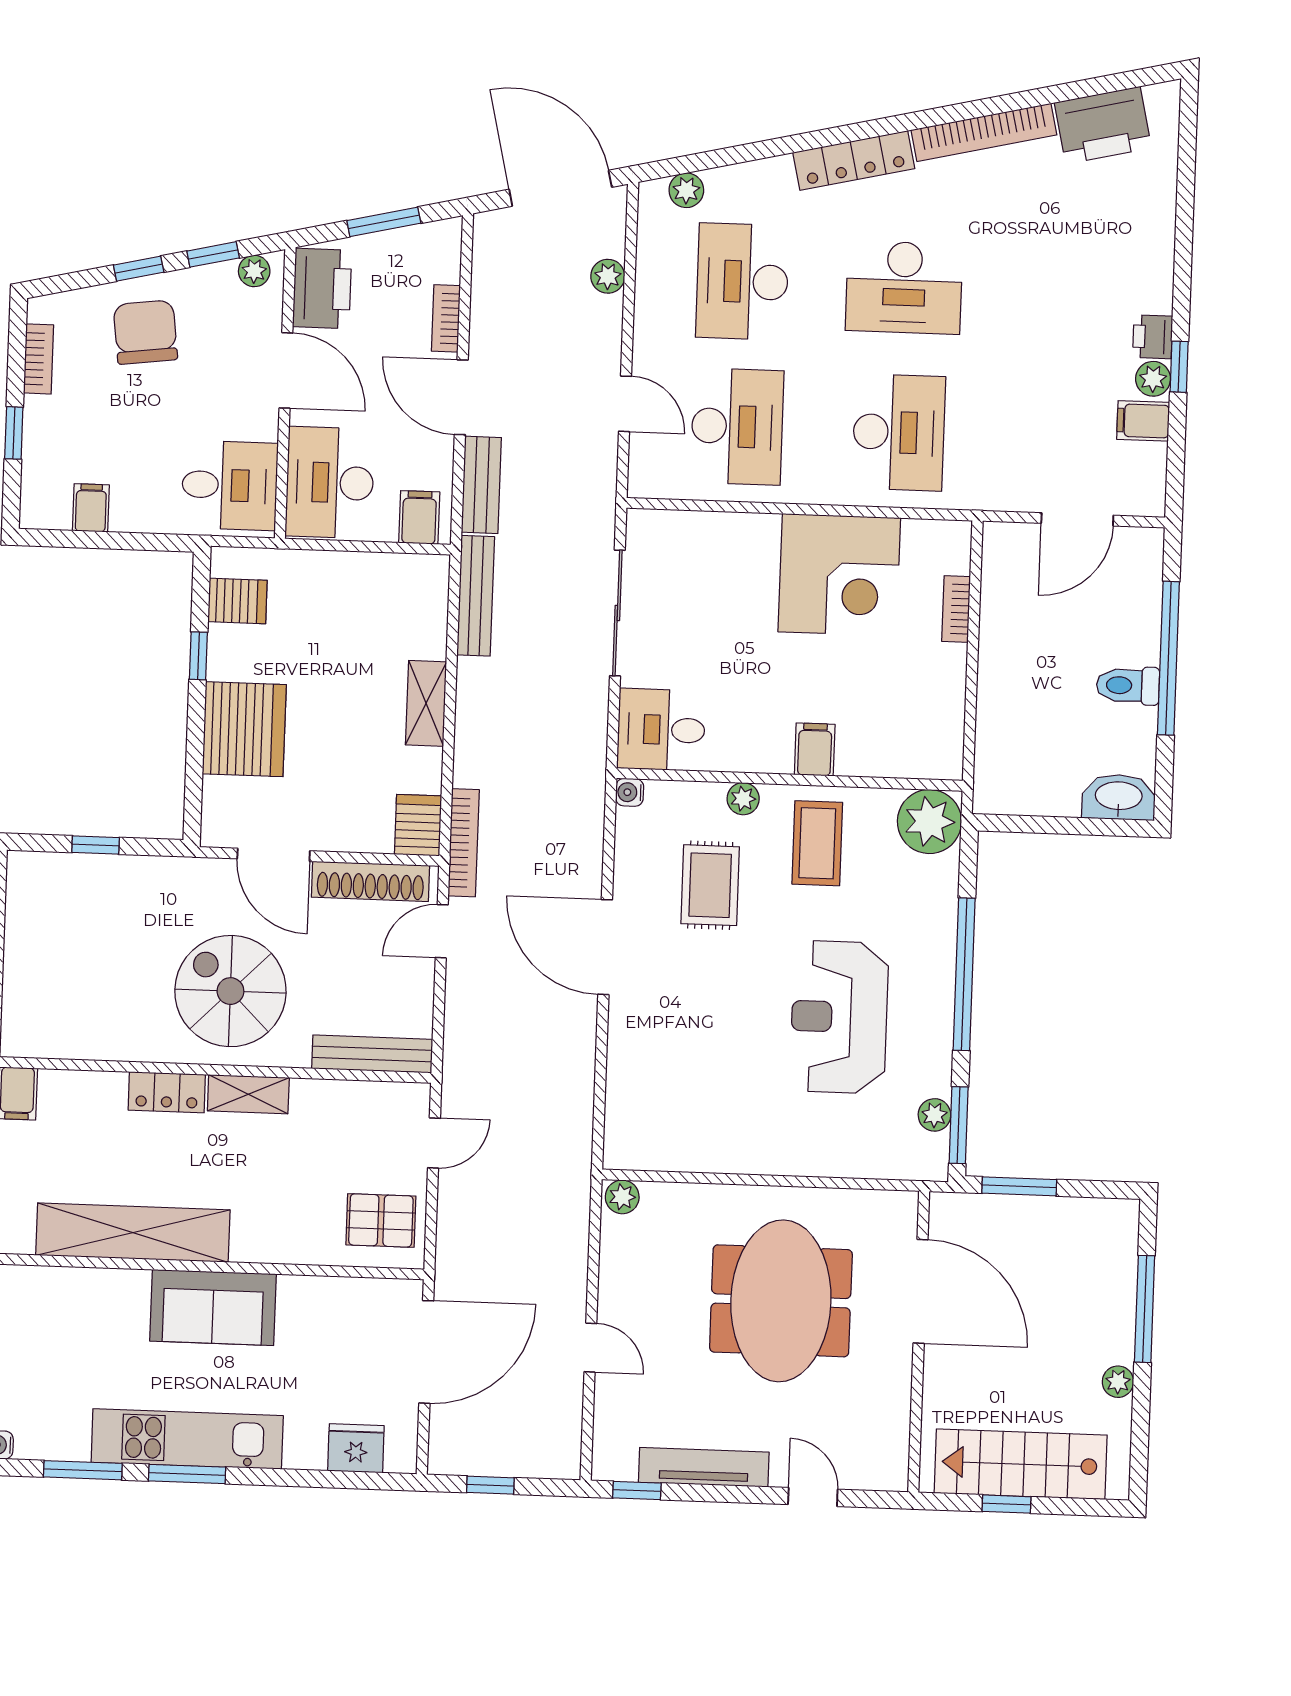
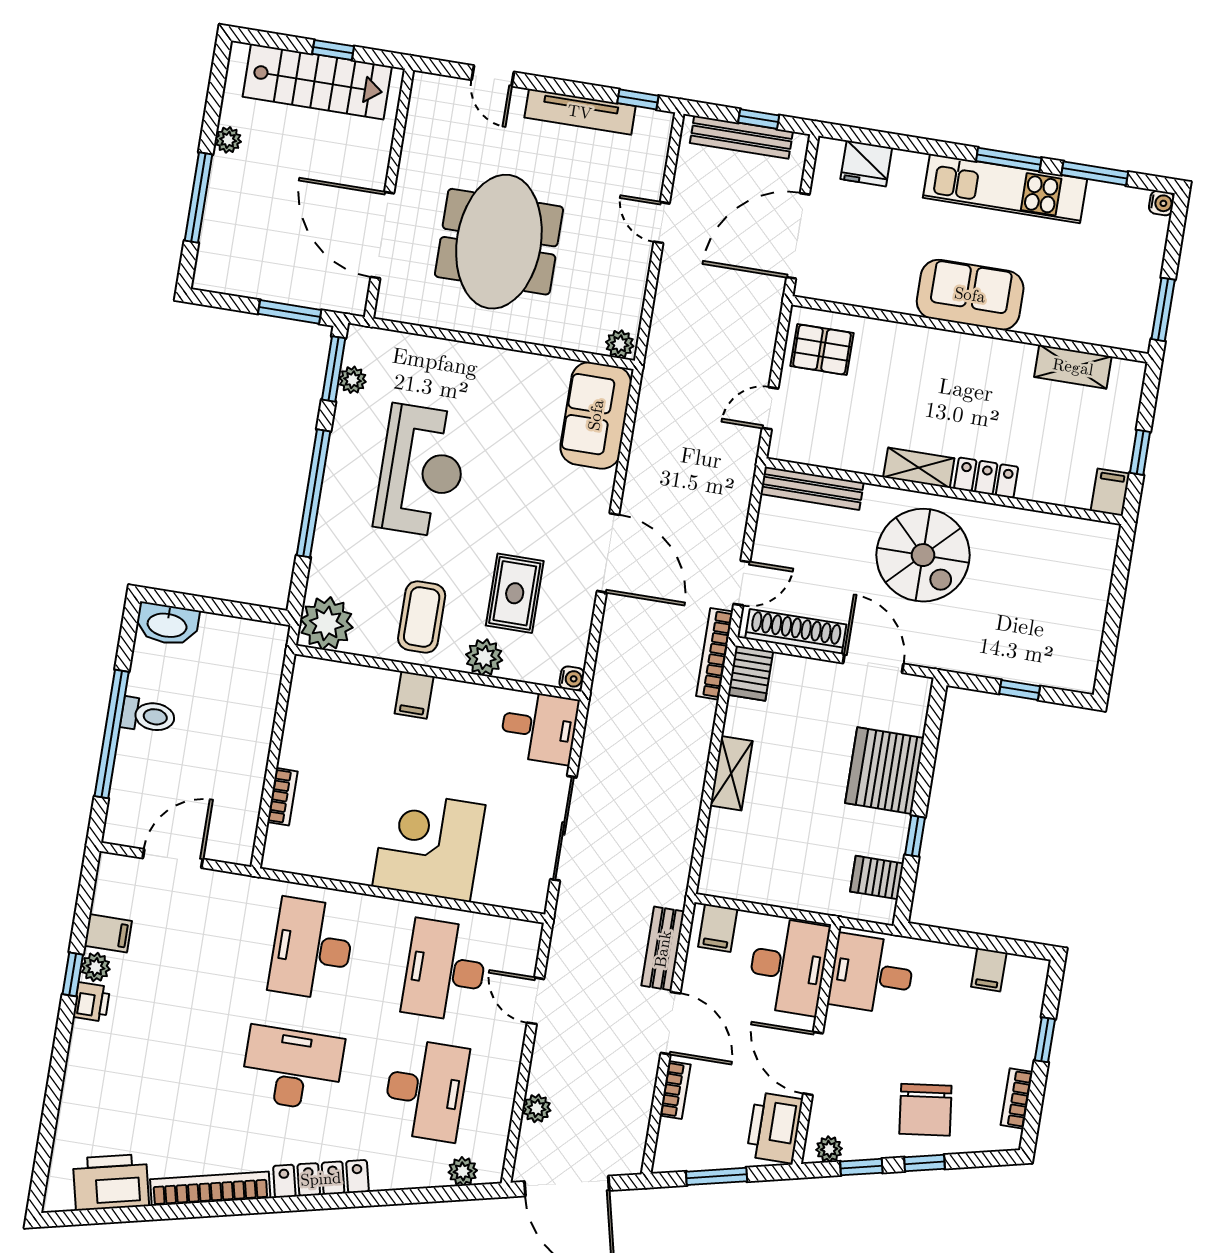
corner desk: (839, 575) -> (429, 846), moved
bench: (476, 596) -> (741, 137), moved, turned 90
plant: (743, 799) -> (484, 657), width x1.38, depth x1.38
sofa: (640, 1109) -> (596, 415), added
shelving: (133, 1233) -> (1073, 367), width x0.45, depth x0.75

